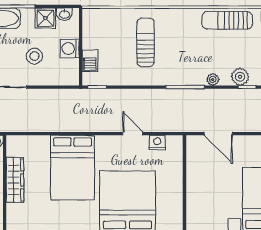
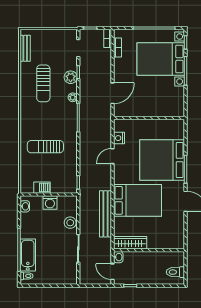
shower: (45, 18) -> (28, 220), removed
sun lounger: (227, 20) -> (43, 83), moved
stool: (34, 56) -> (70, 223), moved
barbecue: (90, 61) -> (42, 188), moved
bench: (54, 124) -> (106, 214), added
wardrobe: (15, 180) -> (130, 243), moved

